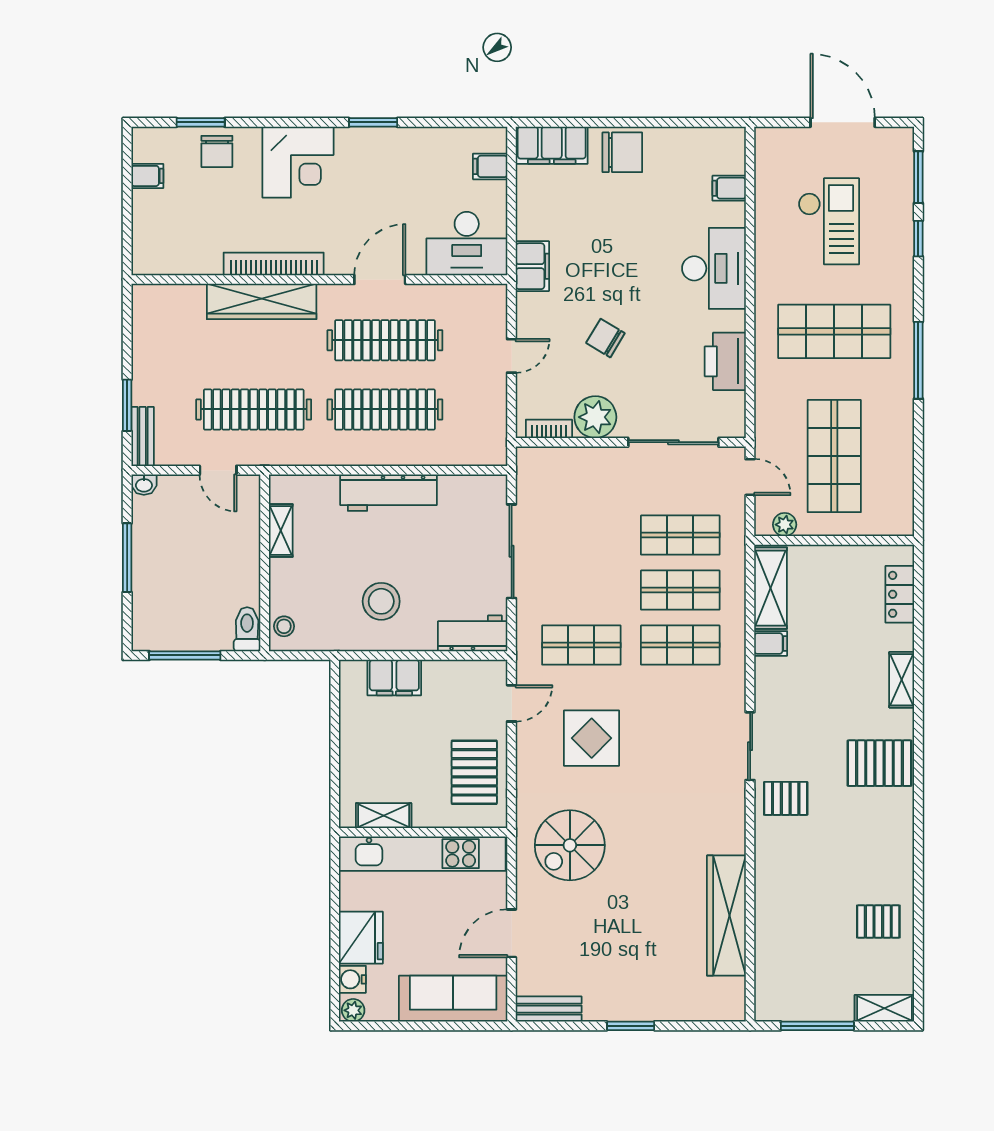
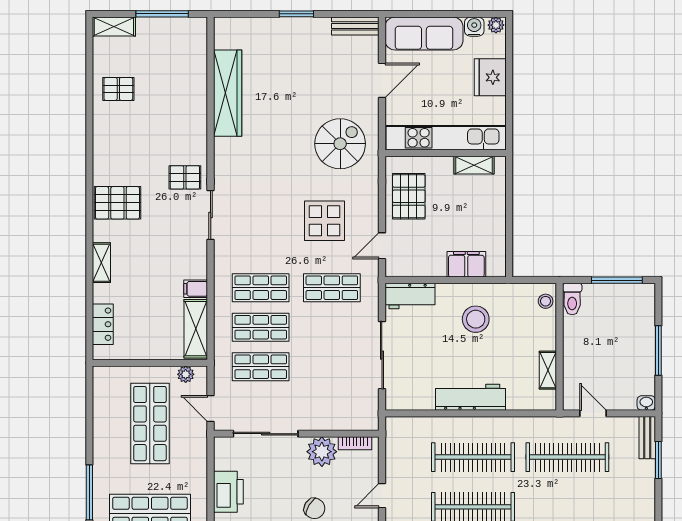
water cooler: (352, 979) -> (474, 27), moved, turned -90

